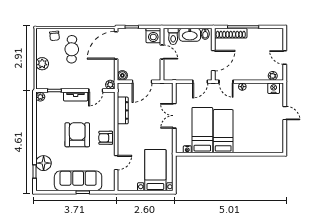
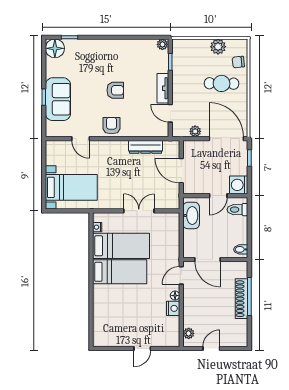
shoe rack: (231, 33) -> (242, 299), moved
washbasin: (190, 35) -> (191, 215), moved, turned 180
plant: (42, 64) -> (218, 47), moved
boiler: (122, 75) -> (189, 146), removed
door: (200, 82) -> (181, 243), removed
plant: (110, 85) -> (195, 131), moved
nightstand: (274, 88) -> (173, 308), moved
armchair: (77, 135) -> (115, 90), width x0.53, depth x0.53
floor lamp: (44, 163) -> (55, 48), moved
sofa: (78, 181) -> (58, 99), width x0.73

